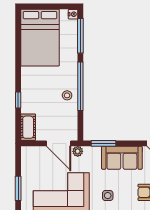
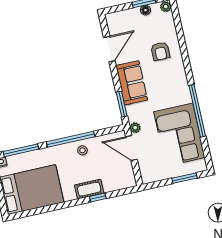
cot: (28, 127) -> (89, 189), moved
door: (59, 143) -> (131, 148), swing flipped
side table: (108, 196) -> (172, 88), removed

